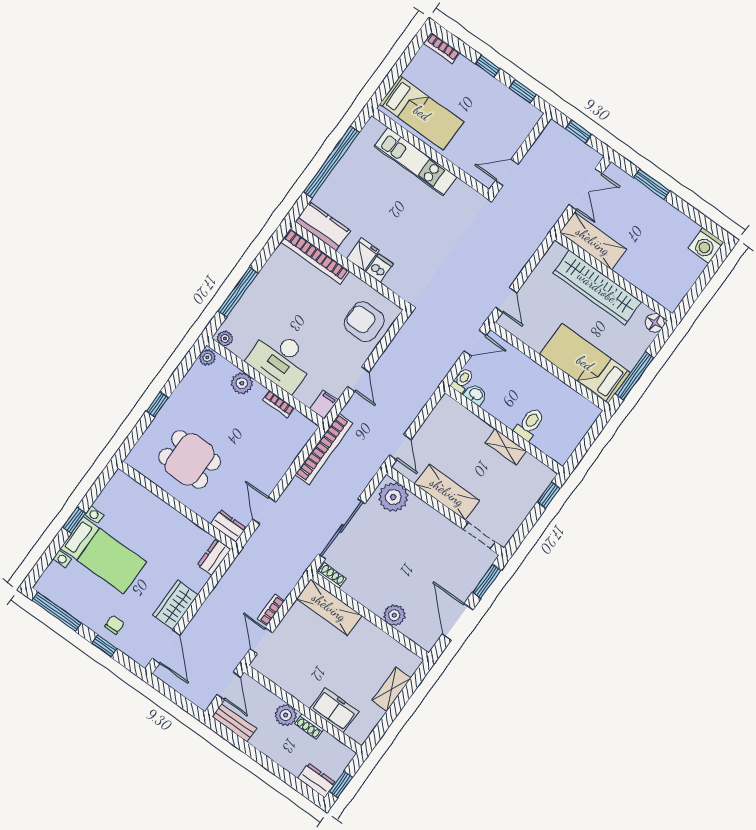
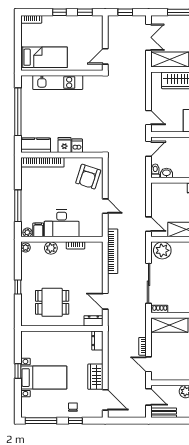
armchair: (364, 322) -> (88, 177), turned -72
filing cabinet: (324, 405) -> (38, 230), moved

